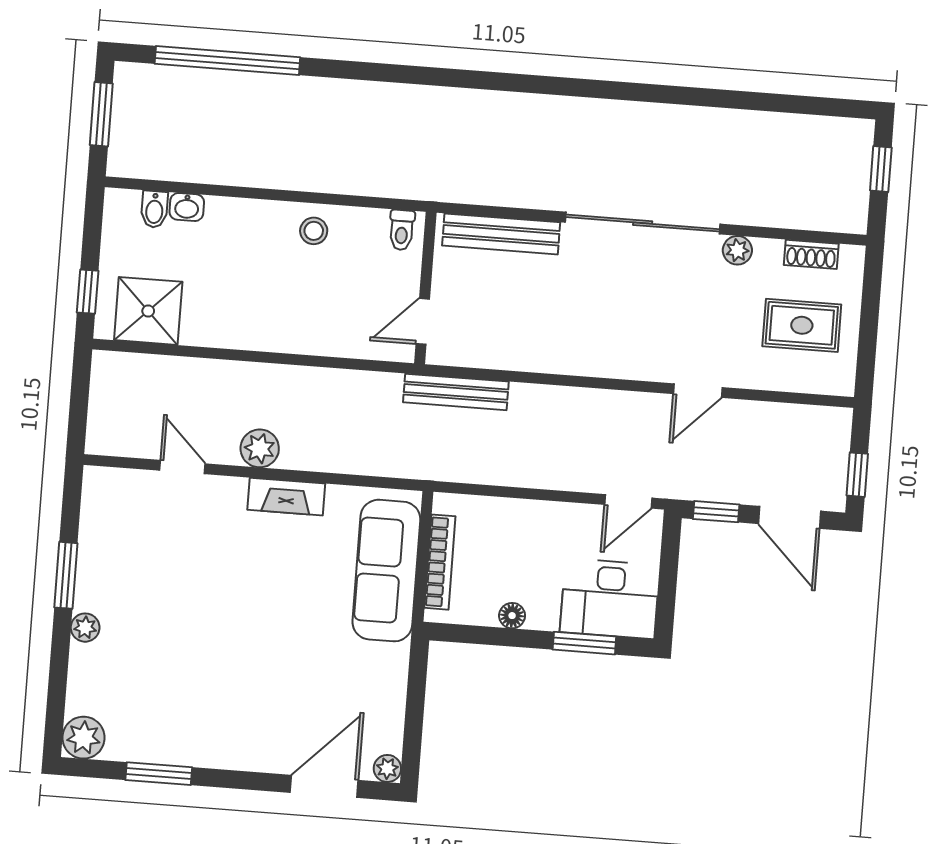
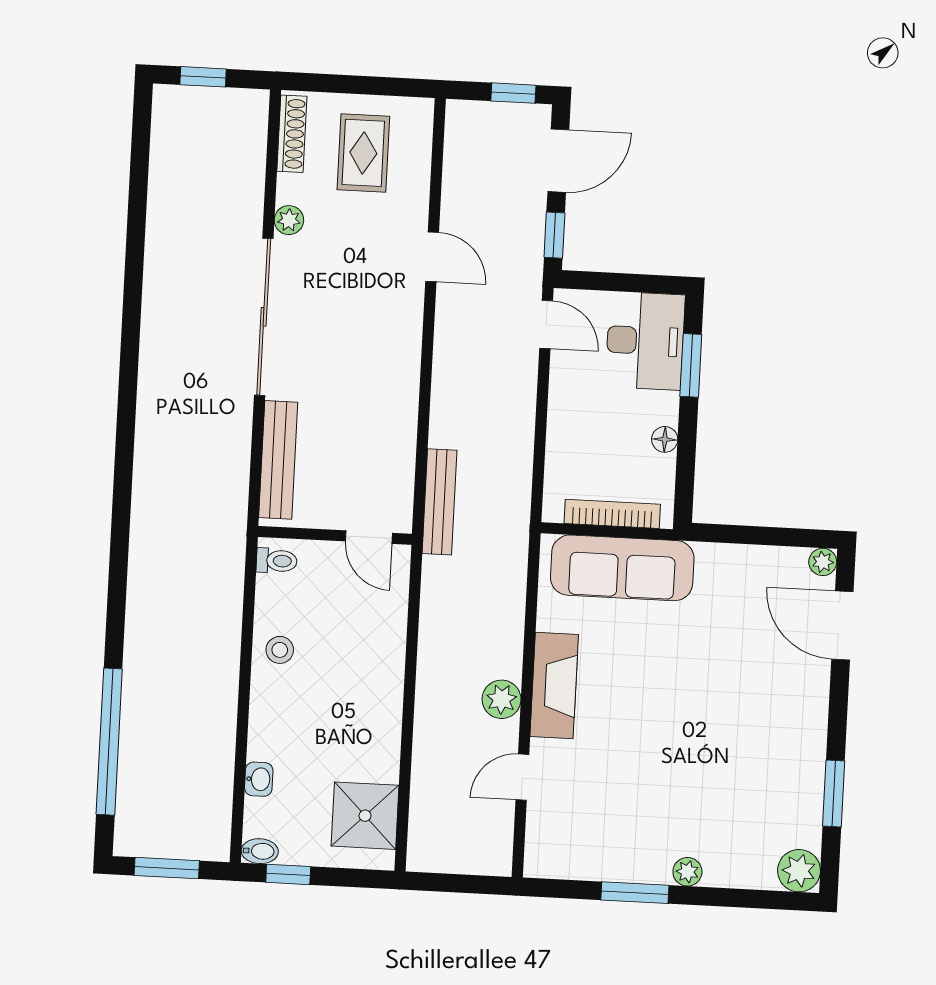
bidet: (154, 209) -> (260, 851), moved
shoe rack: (811, 254) -> (292, 134), width x1.43
window: (88, 292) -> (288, 874), moved
fireplace: (286, 497) -> (554, 685), width x1.37, depth x1.32

